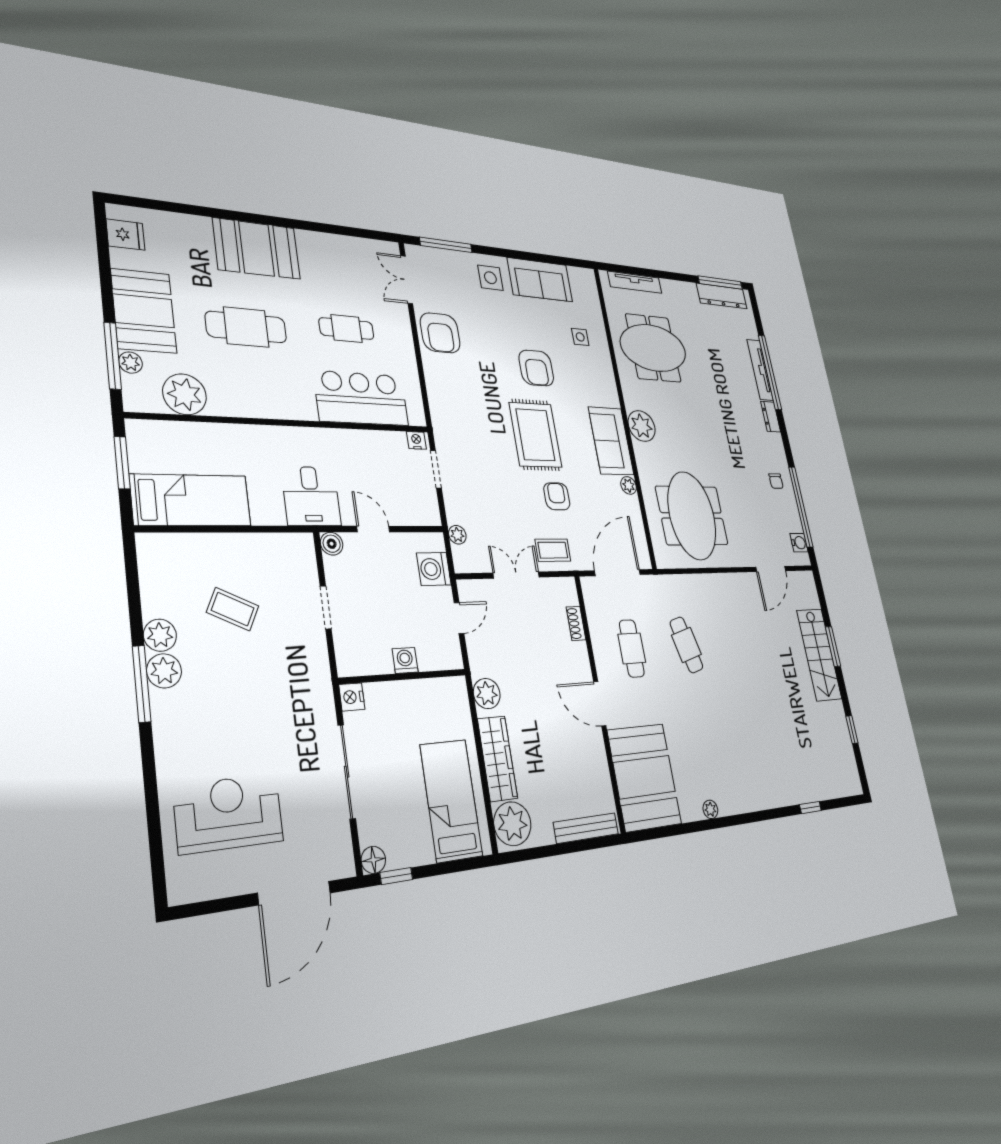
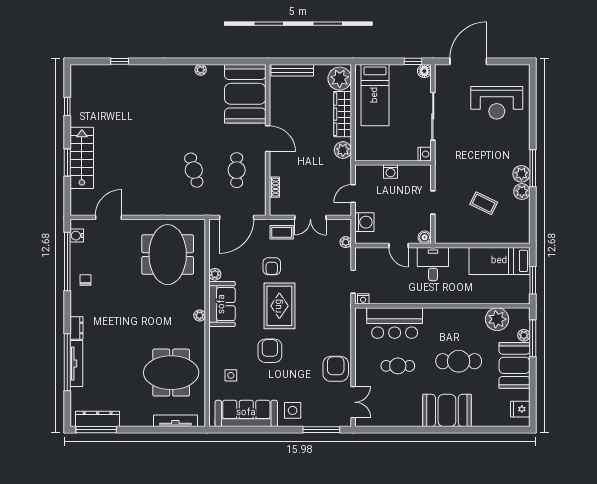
sofa: (540, 280) -> (246, 413), width x1.36
plant: (642, 426) -> (200, 315), width x0.53, depth x0.53

